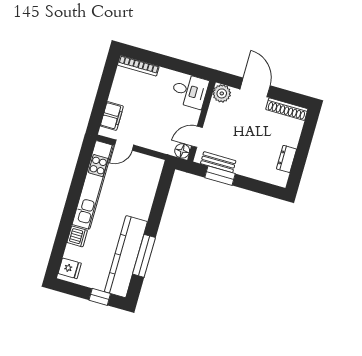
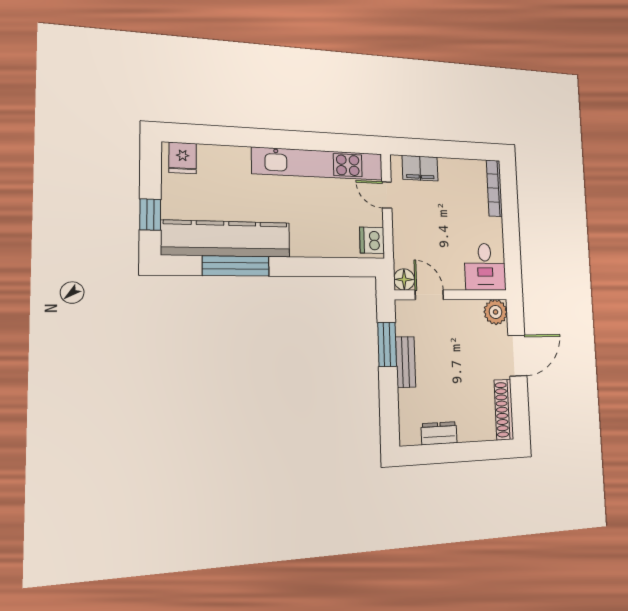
bench: (218, 162) -> (406, 362), moved
dishwasher: (77, 236) -> (372, 240), moved, turned 90

